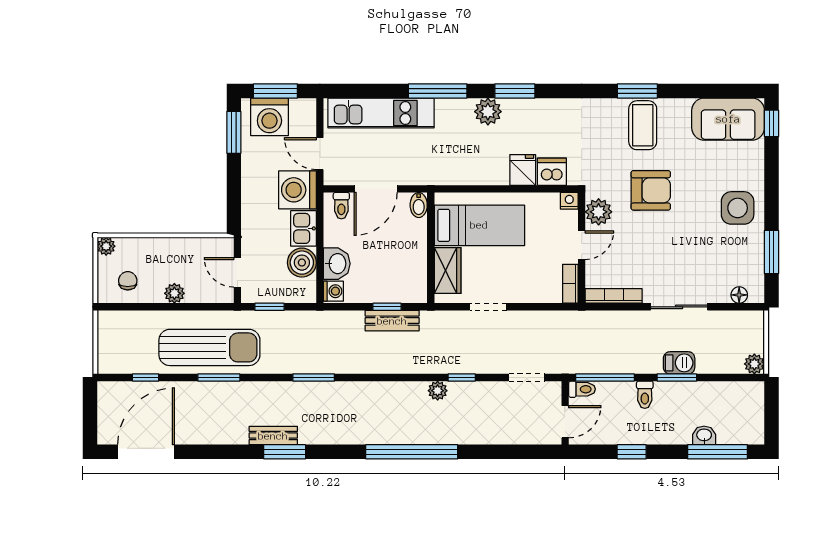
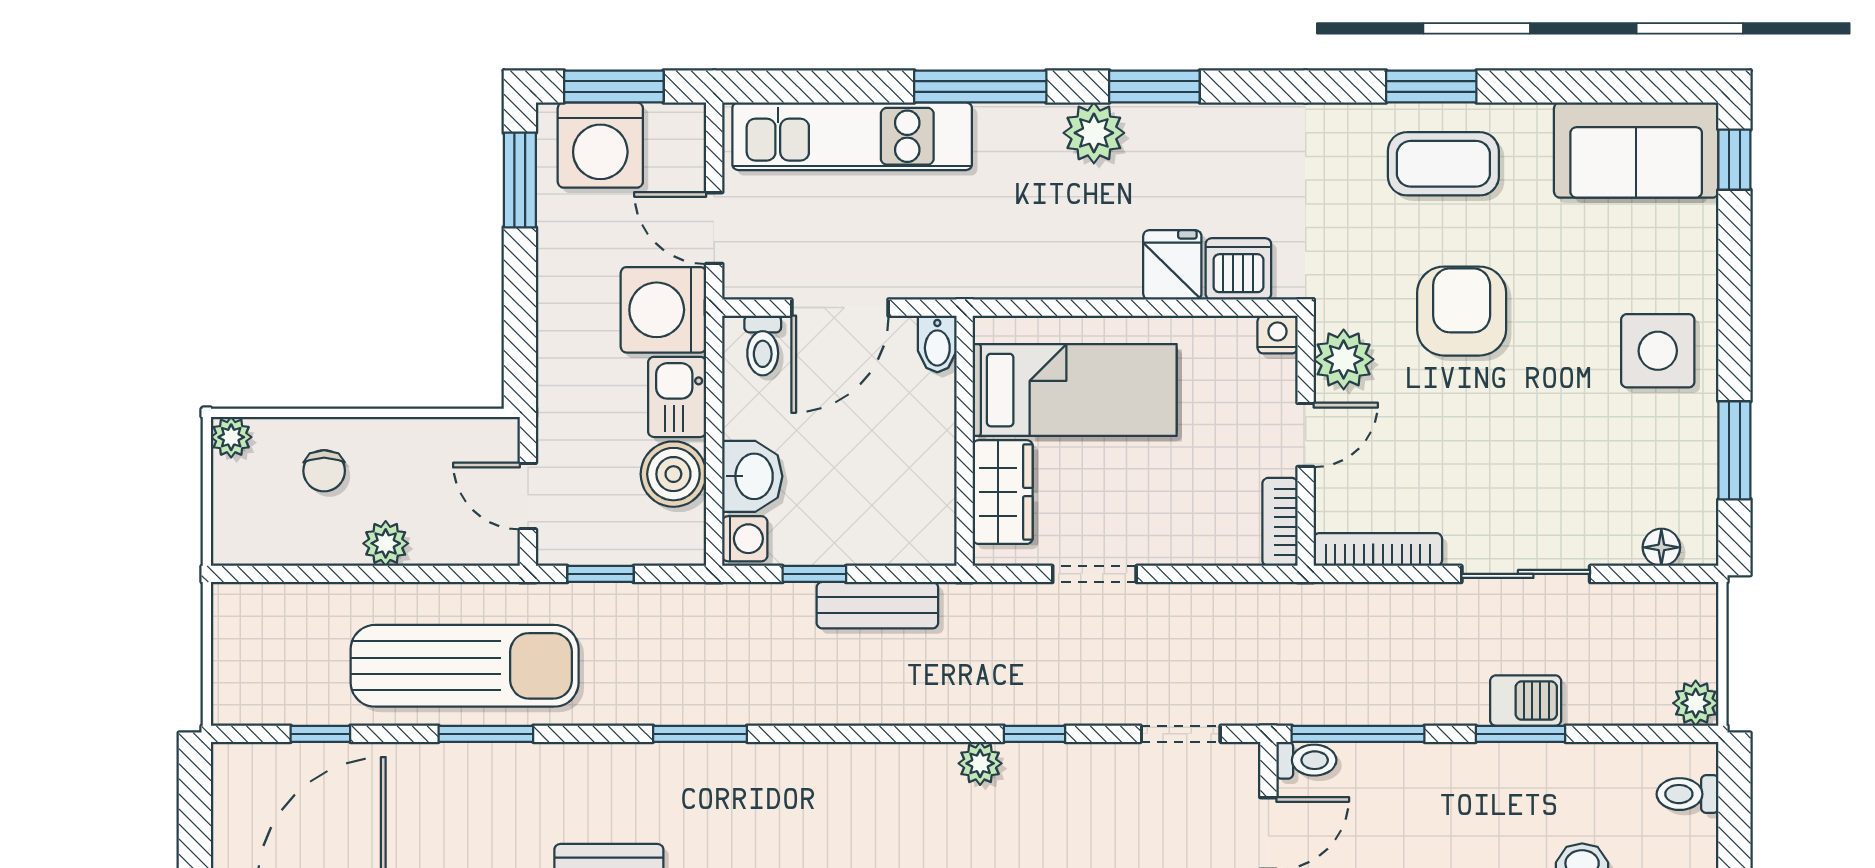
coffee table: (643, 125) -> (1443, 164), turned 90
armchair: (651, 190) -> (1462, 311), turned -90
chair: (128, 281) -> (324, 471), moved, turned 180
window: (387, 307) -> (814, 574), moved
toilet: (645, 395) -> (1688, 794), moved, turned 90

